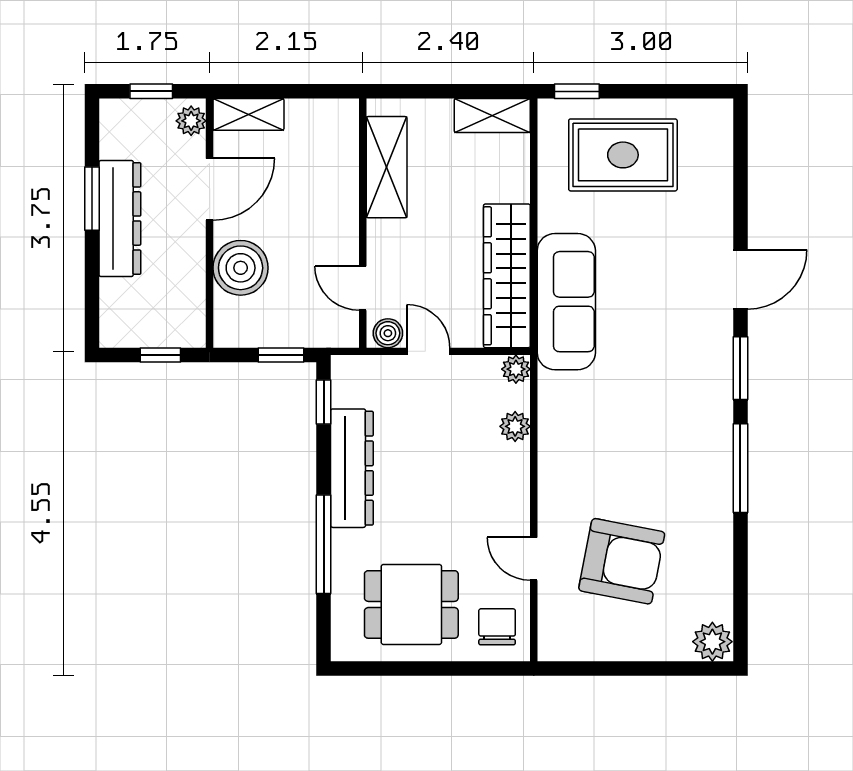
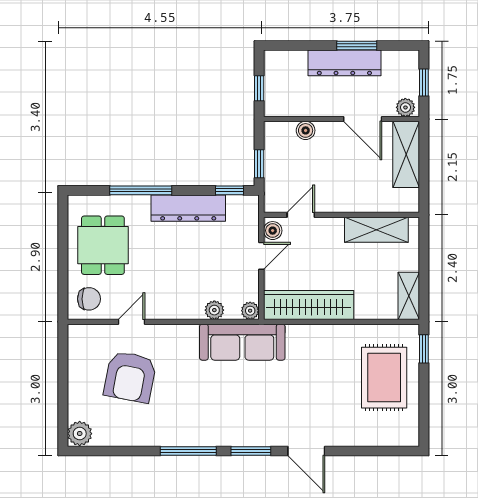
shelving: (248, 114) -> (406, 154), width x1.50, depth x1.33
boiler: (241, 268) -> (306, 130), width x0.54, depth x0.54
sofa: (566, 302) -> (242, 342), moved

